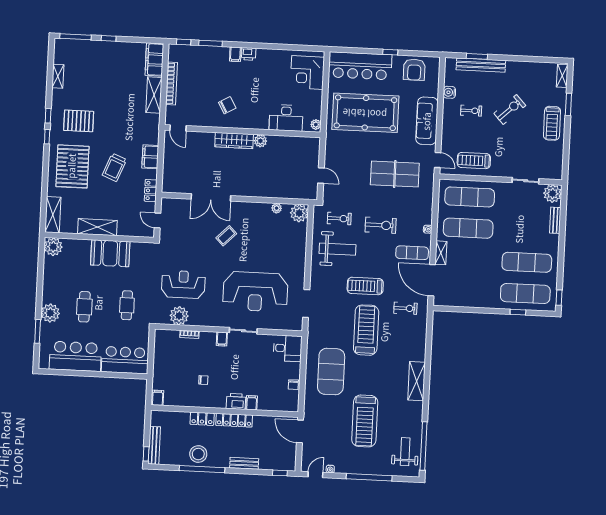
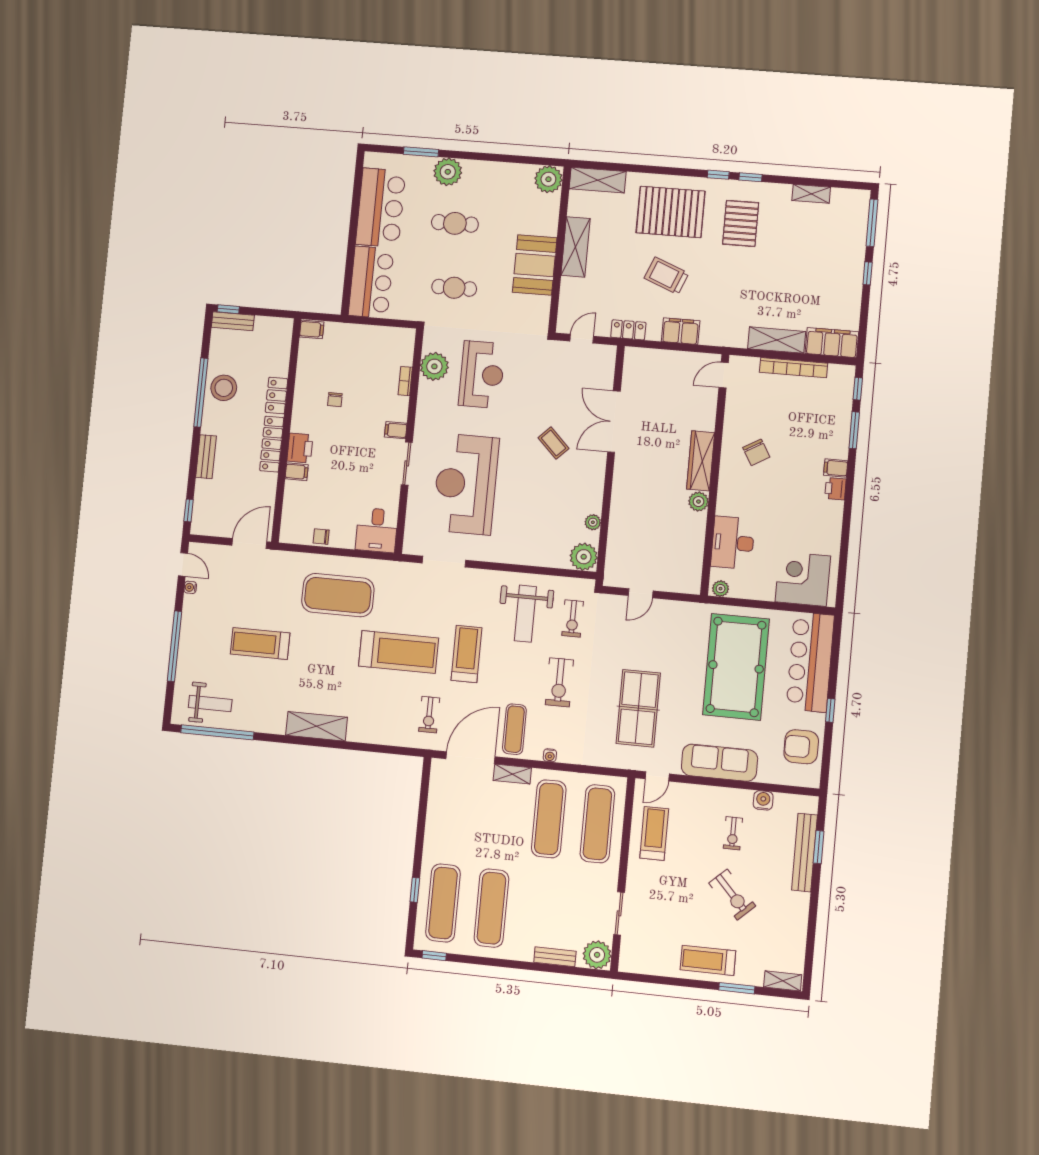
treadmill: (365, 421) -> (260, 644), width x0.73, depth x0.73
bench: (154, 445) -> (233, 321), width x0.73

